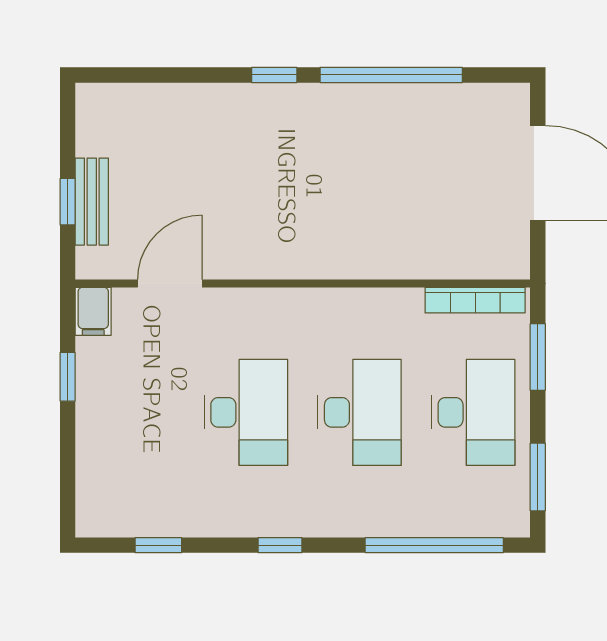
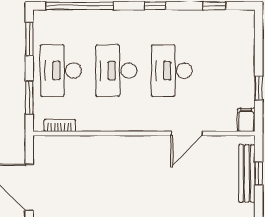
bench: (92, 202) -> (247, 173), width x1.36
door: (170, 283) -> (187, 133), moved
bookcase: (475, 300) -> (60, 125), width x0.64

